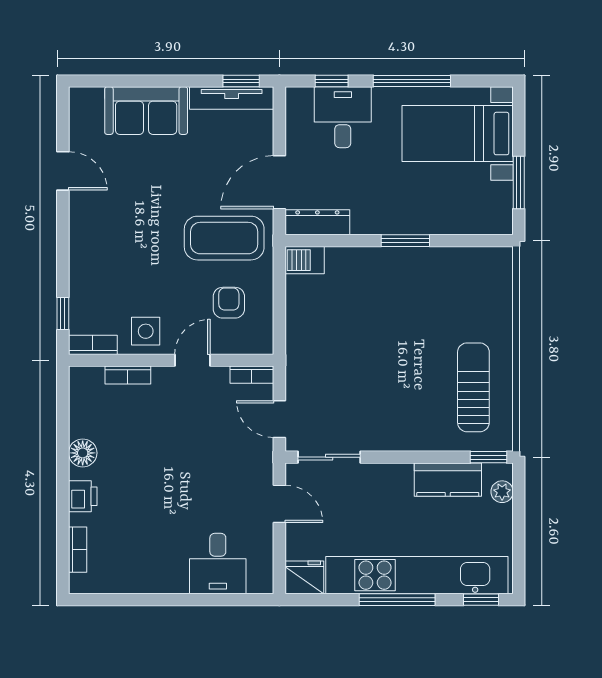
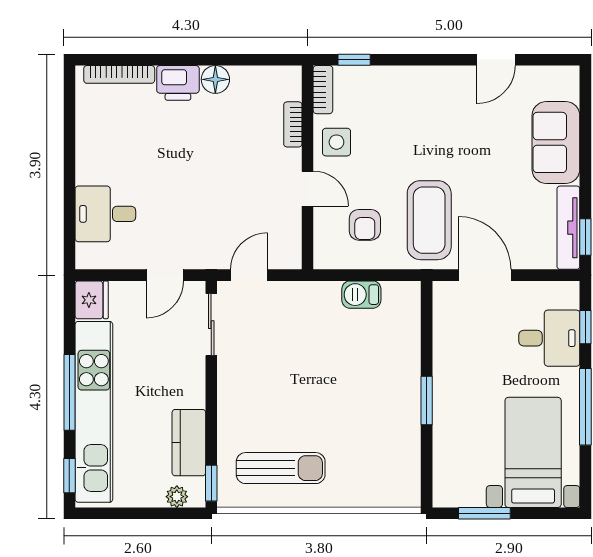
dresser: (317, 222) -> (445, 313), removed
barbecue: (305, 260) -> (361, 295), moved, turned -90
armchair: (229, 303) -> (365, 225), turned 90
bookcase: (252, 375) -> (293, 248), removed
printer: (83, 496) -> (178, 83), width x1.36, depth x1.24
bookcase: (78, 550) -> (119, 74), width x1.56

